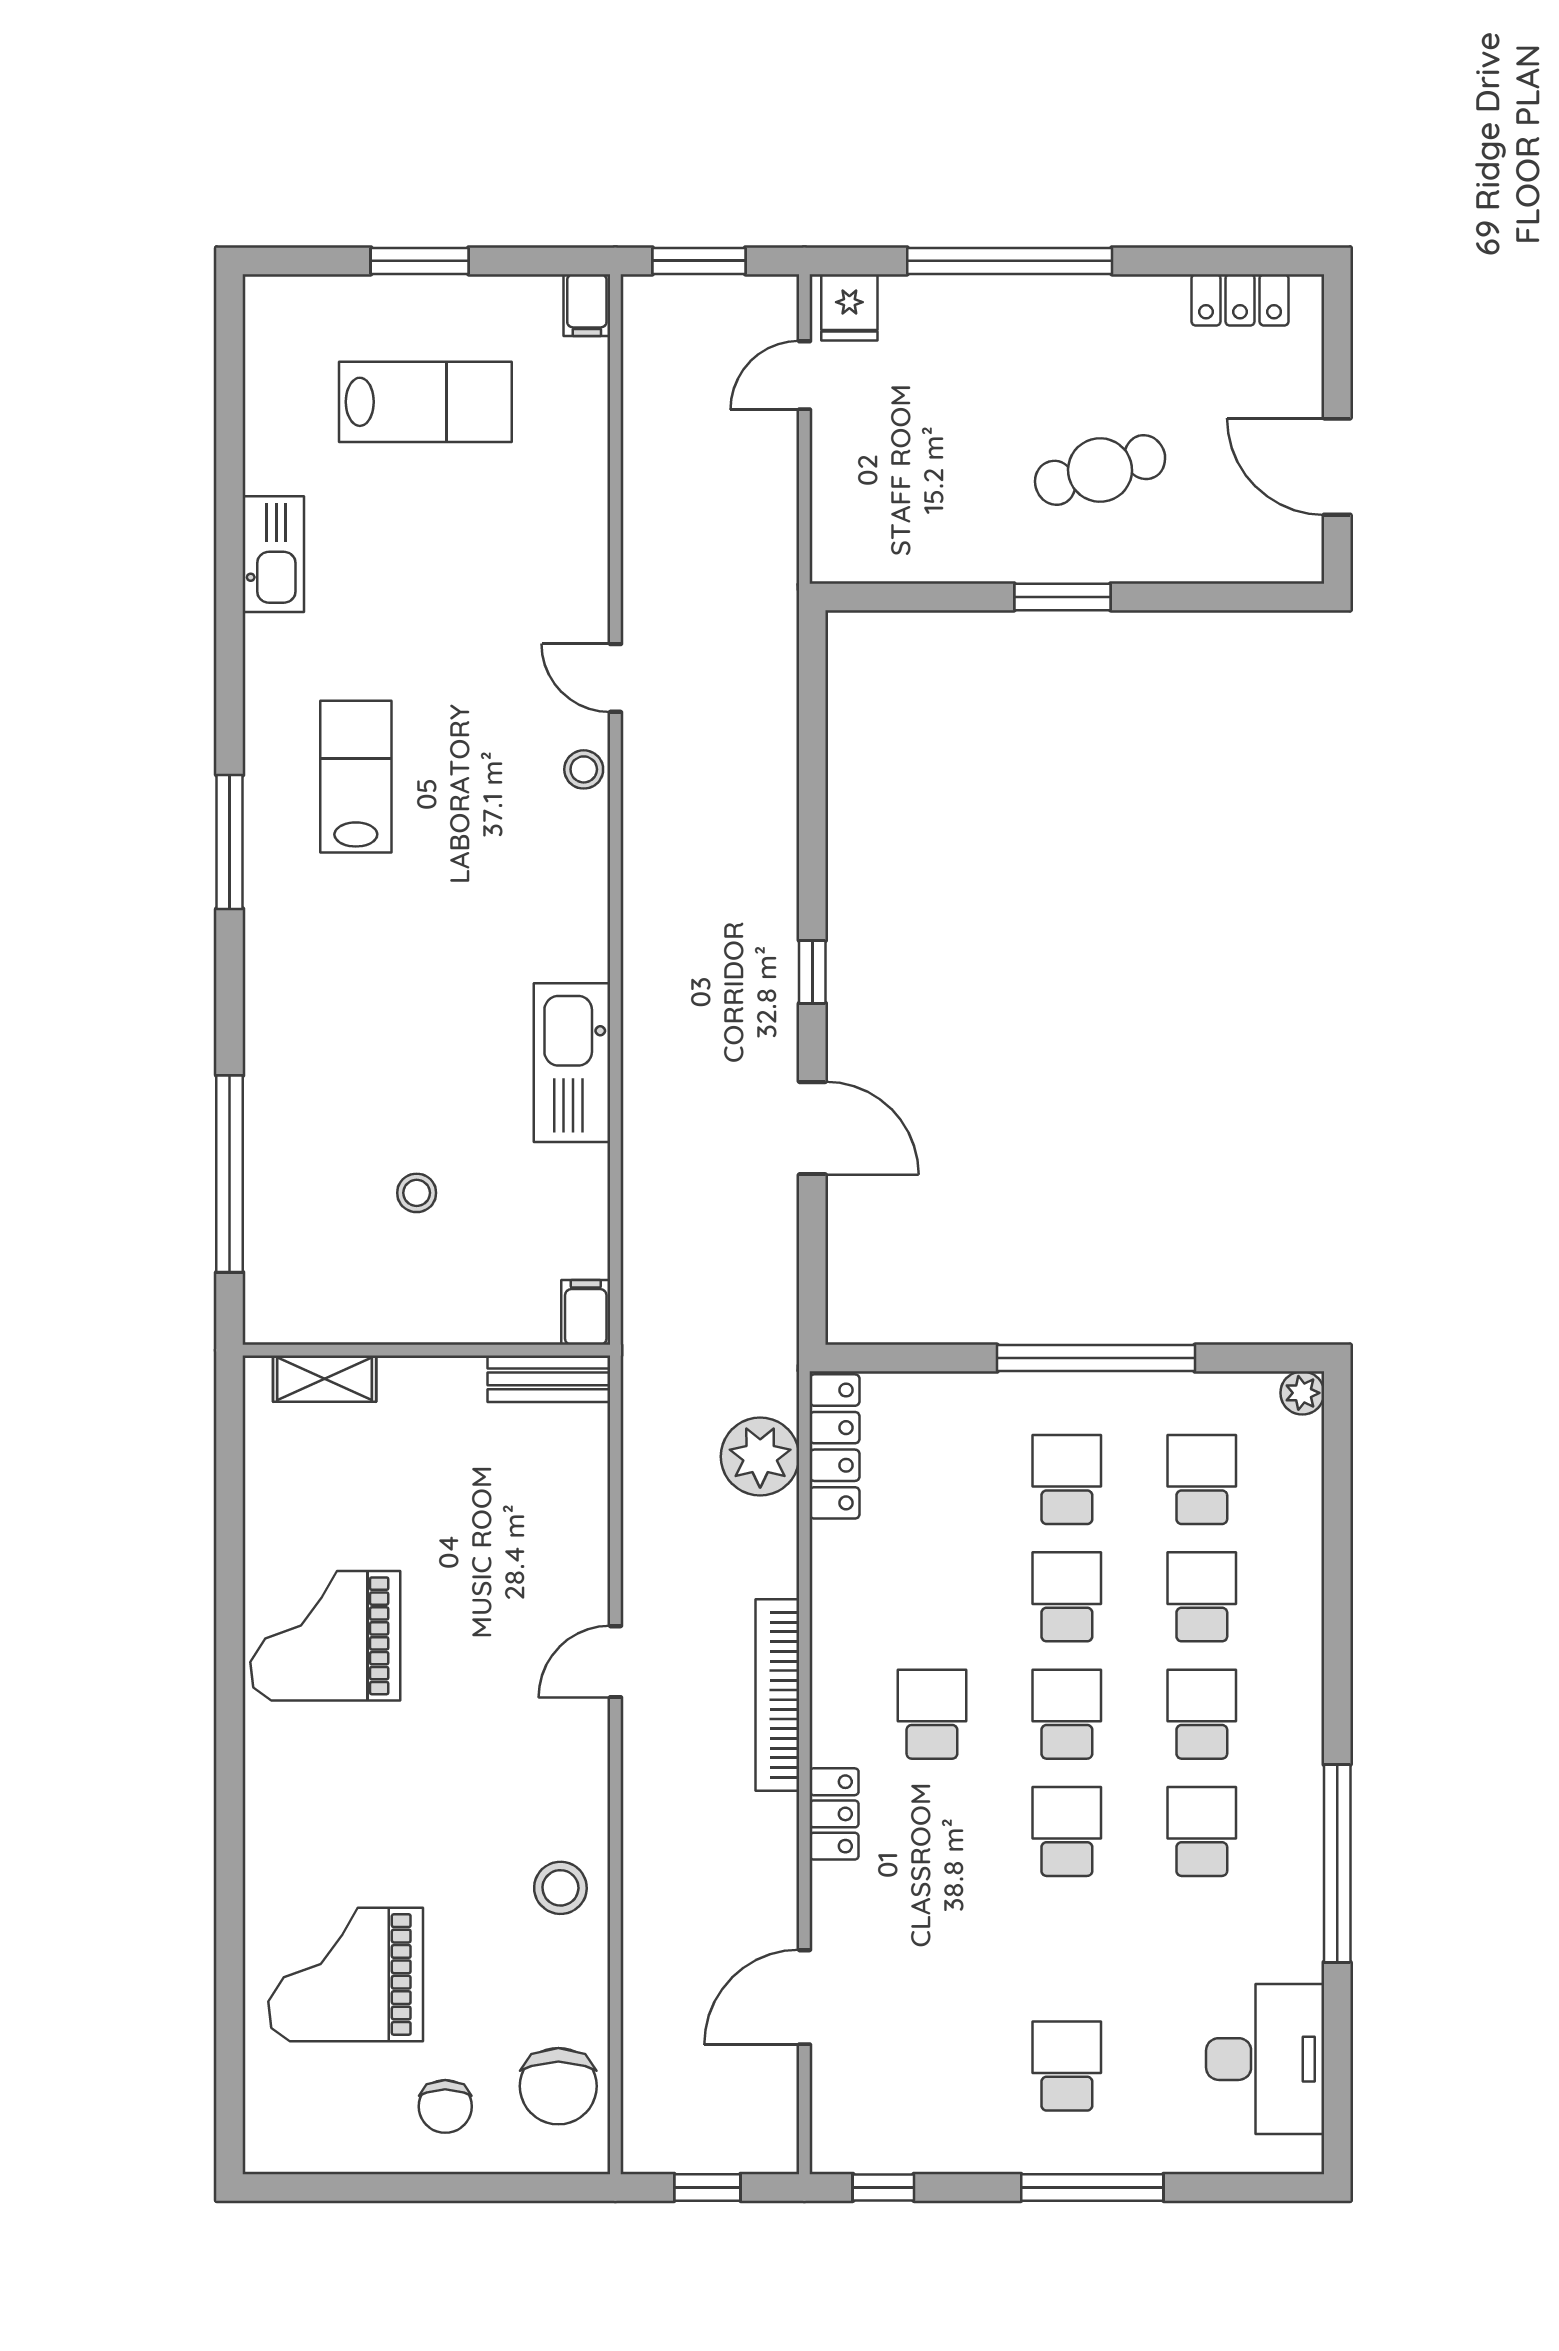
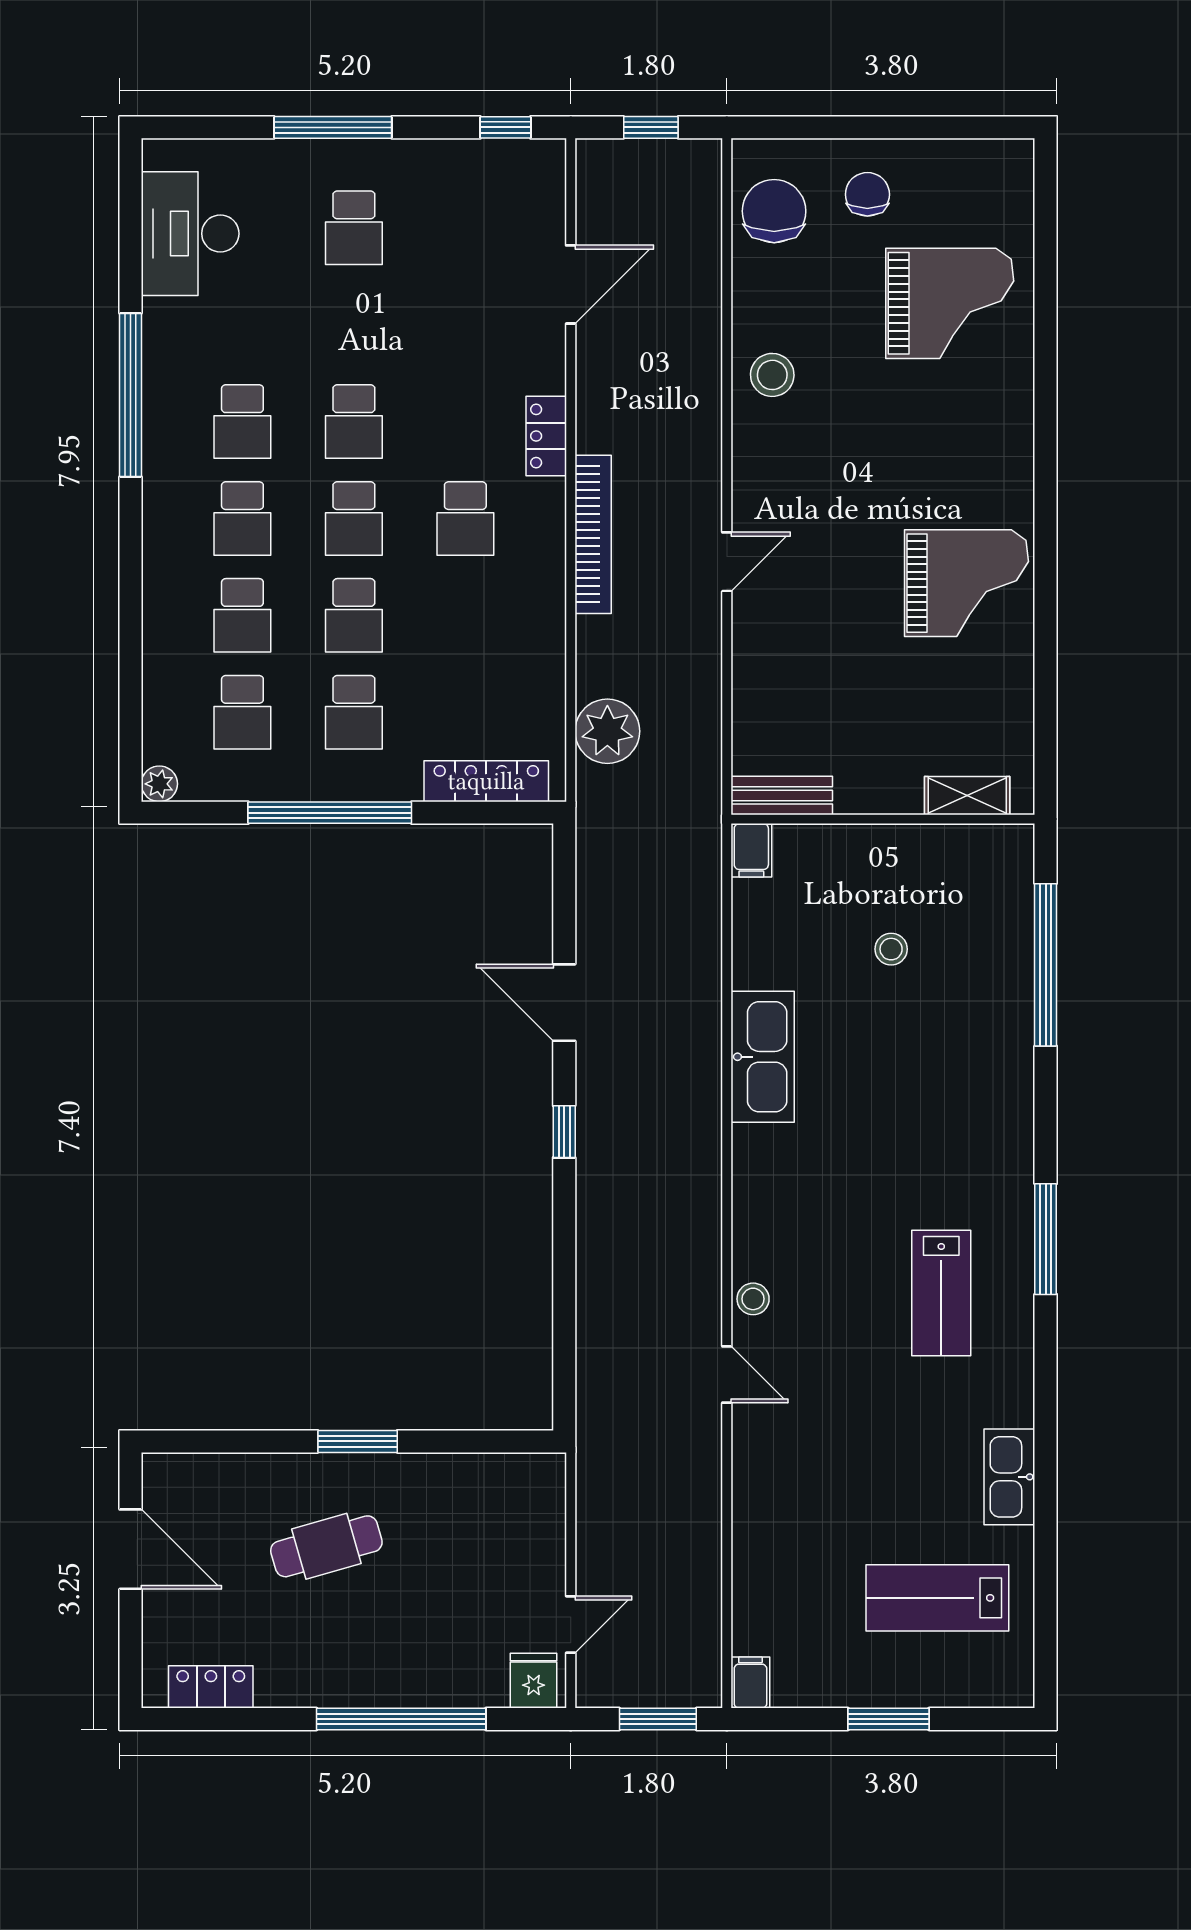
lab bench: (425, 402) -> (937, 1598), moved
locker: (835, 1446) -> (486, 781), moved, turned 90

